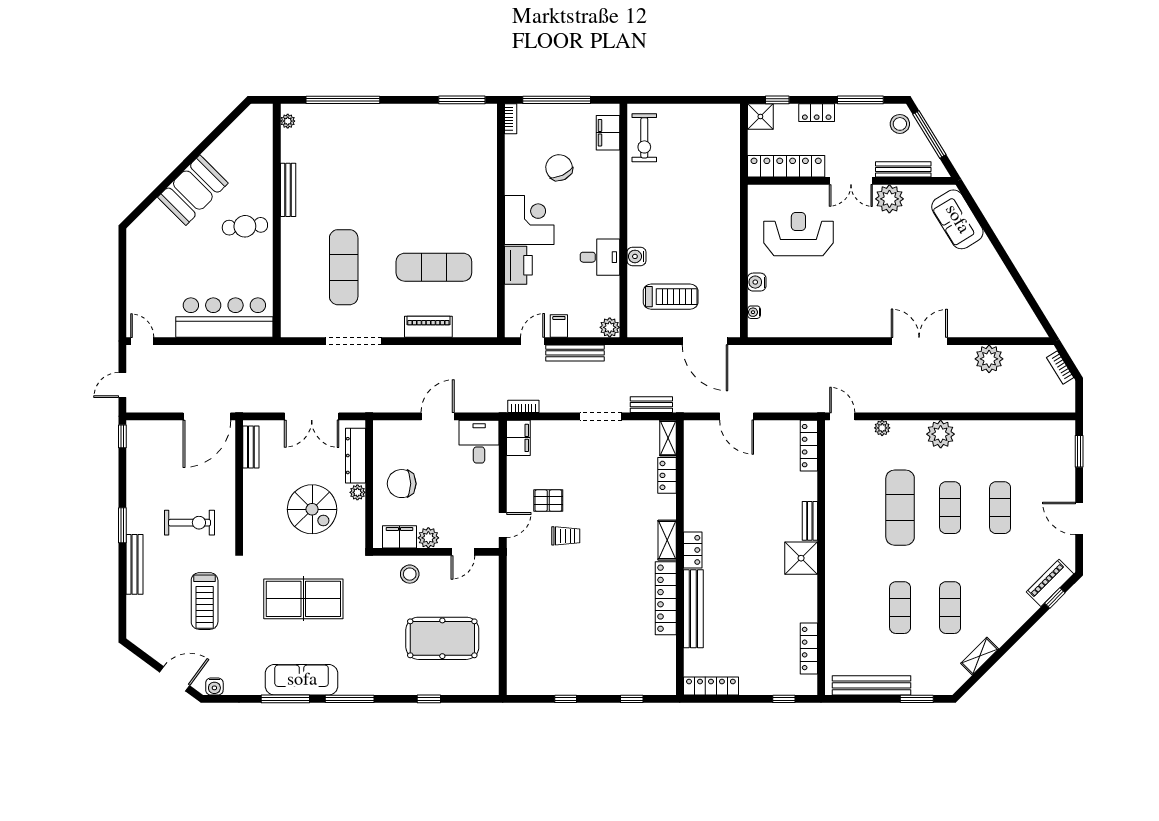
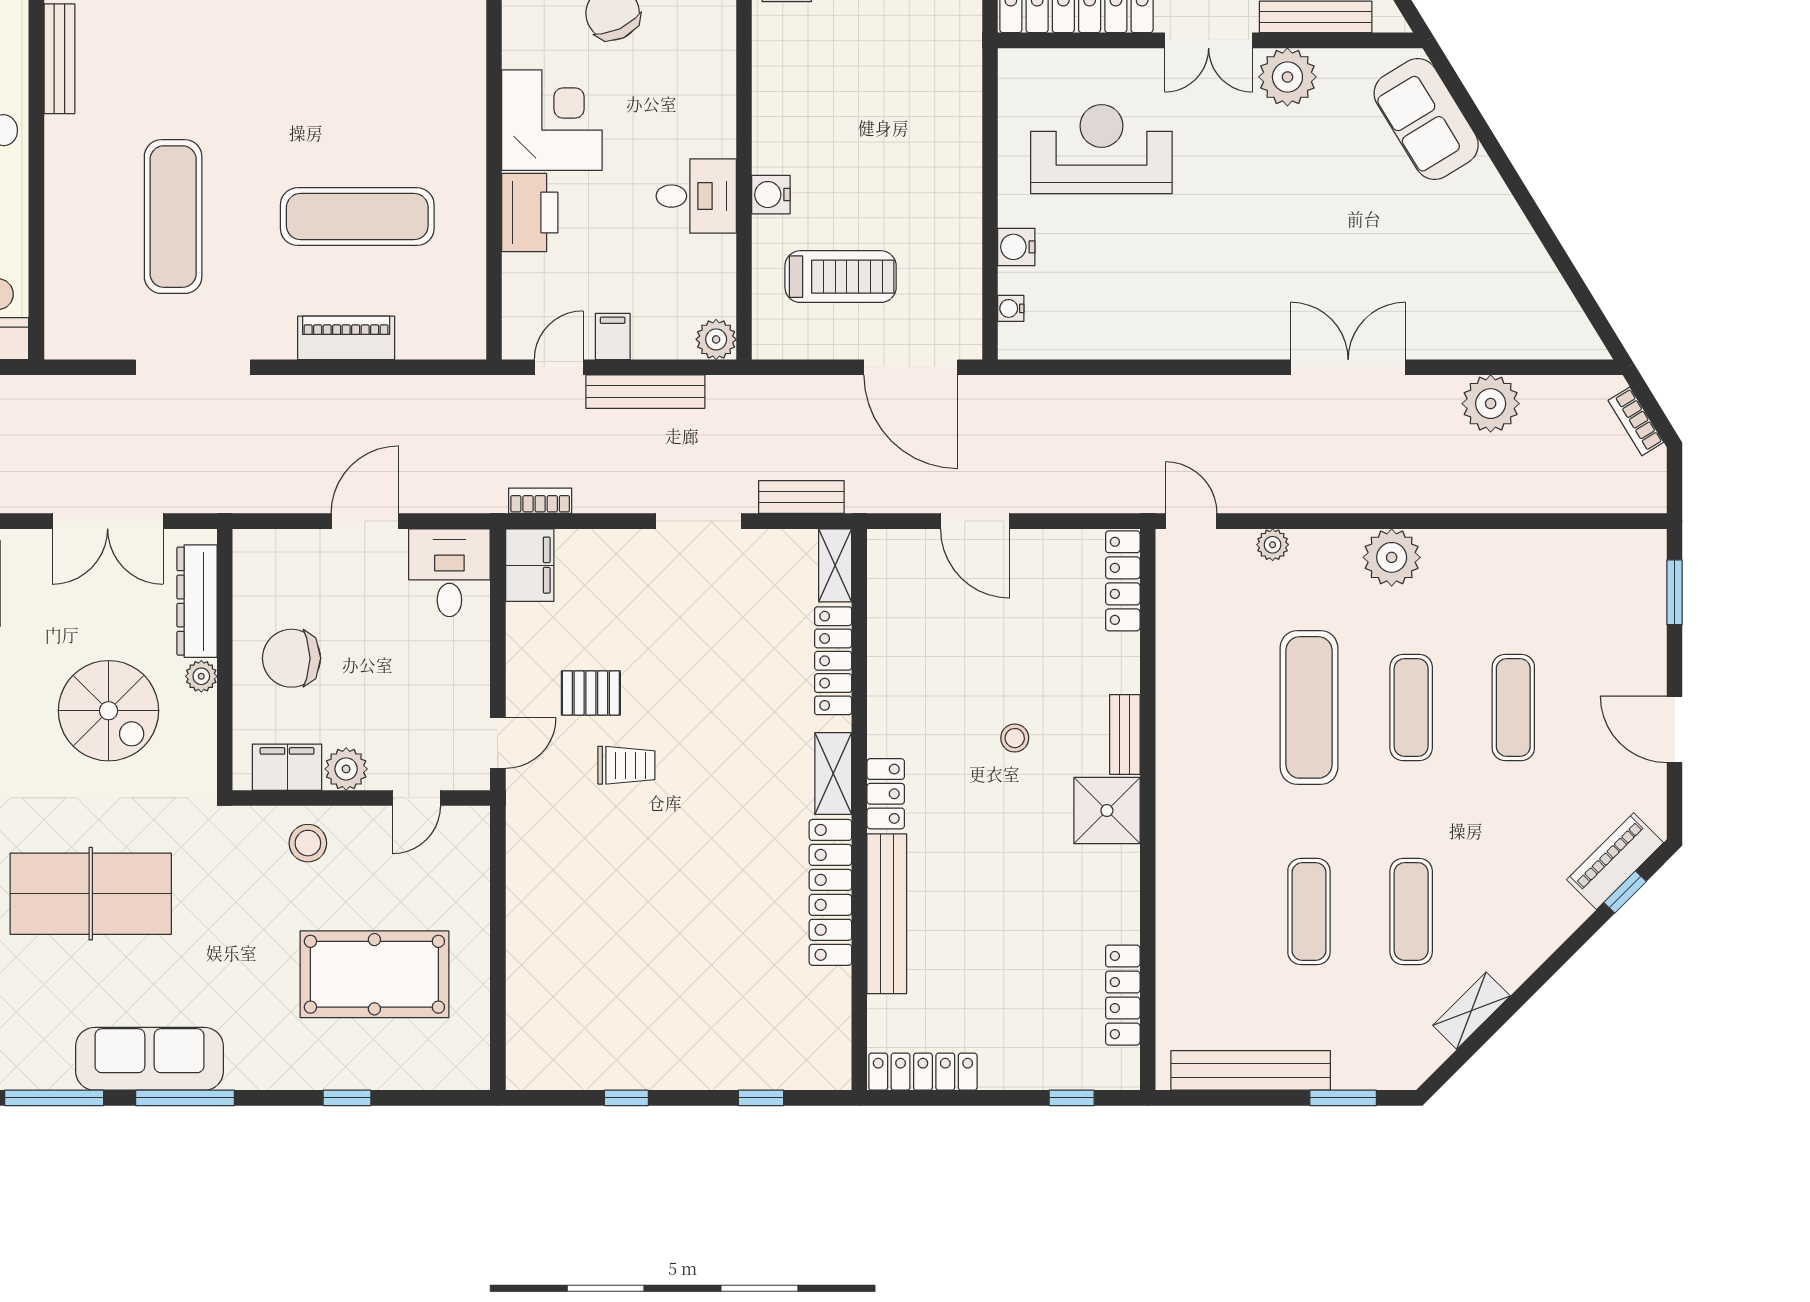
locker: (667, 475) -> (833, 661), width x1.53
stool: (756, 523) -> (1015, 738), added
sofa: (302, 680) -> (149, 1059), moved

